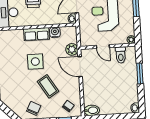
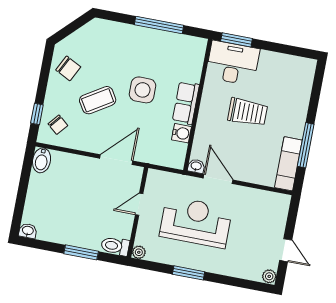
plant: (72, 49) -> (147, 153), removed
toilet: (121, 55) -> (115, 246), moved

